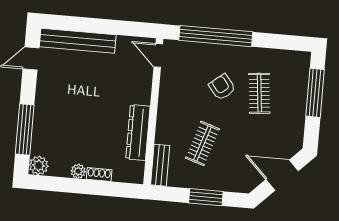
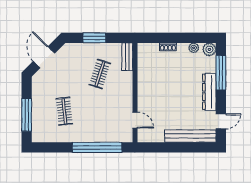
door: (158, 55) -> (135, 120), moved
armchair: (222, 87) -> (90, 113), removed
dresser: (138, 133) -> (209, 92), moved, turned 180
plant: (78, 171) -> (194, 48), moved
door: (282, 175) -> (44, 57), swing flipped

